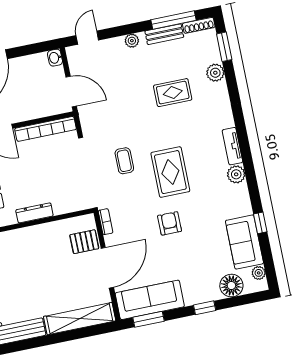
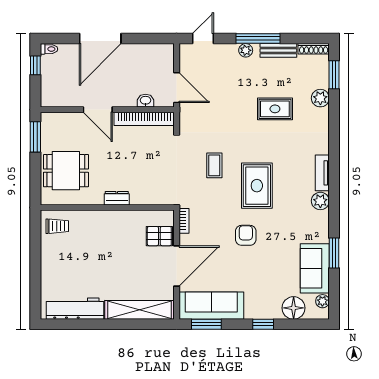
window: (174, 20) -> (258, 39), moved
washbasin: (55, 58) -> (146, 101), moved, turned 90
dresser: (34, 213) -> (117, 198), width x0.70
window: (260, 223) -> (334, 253), width x1.50

